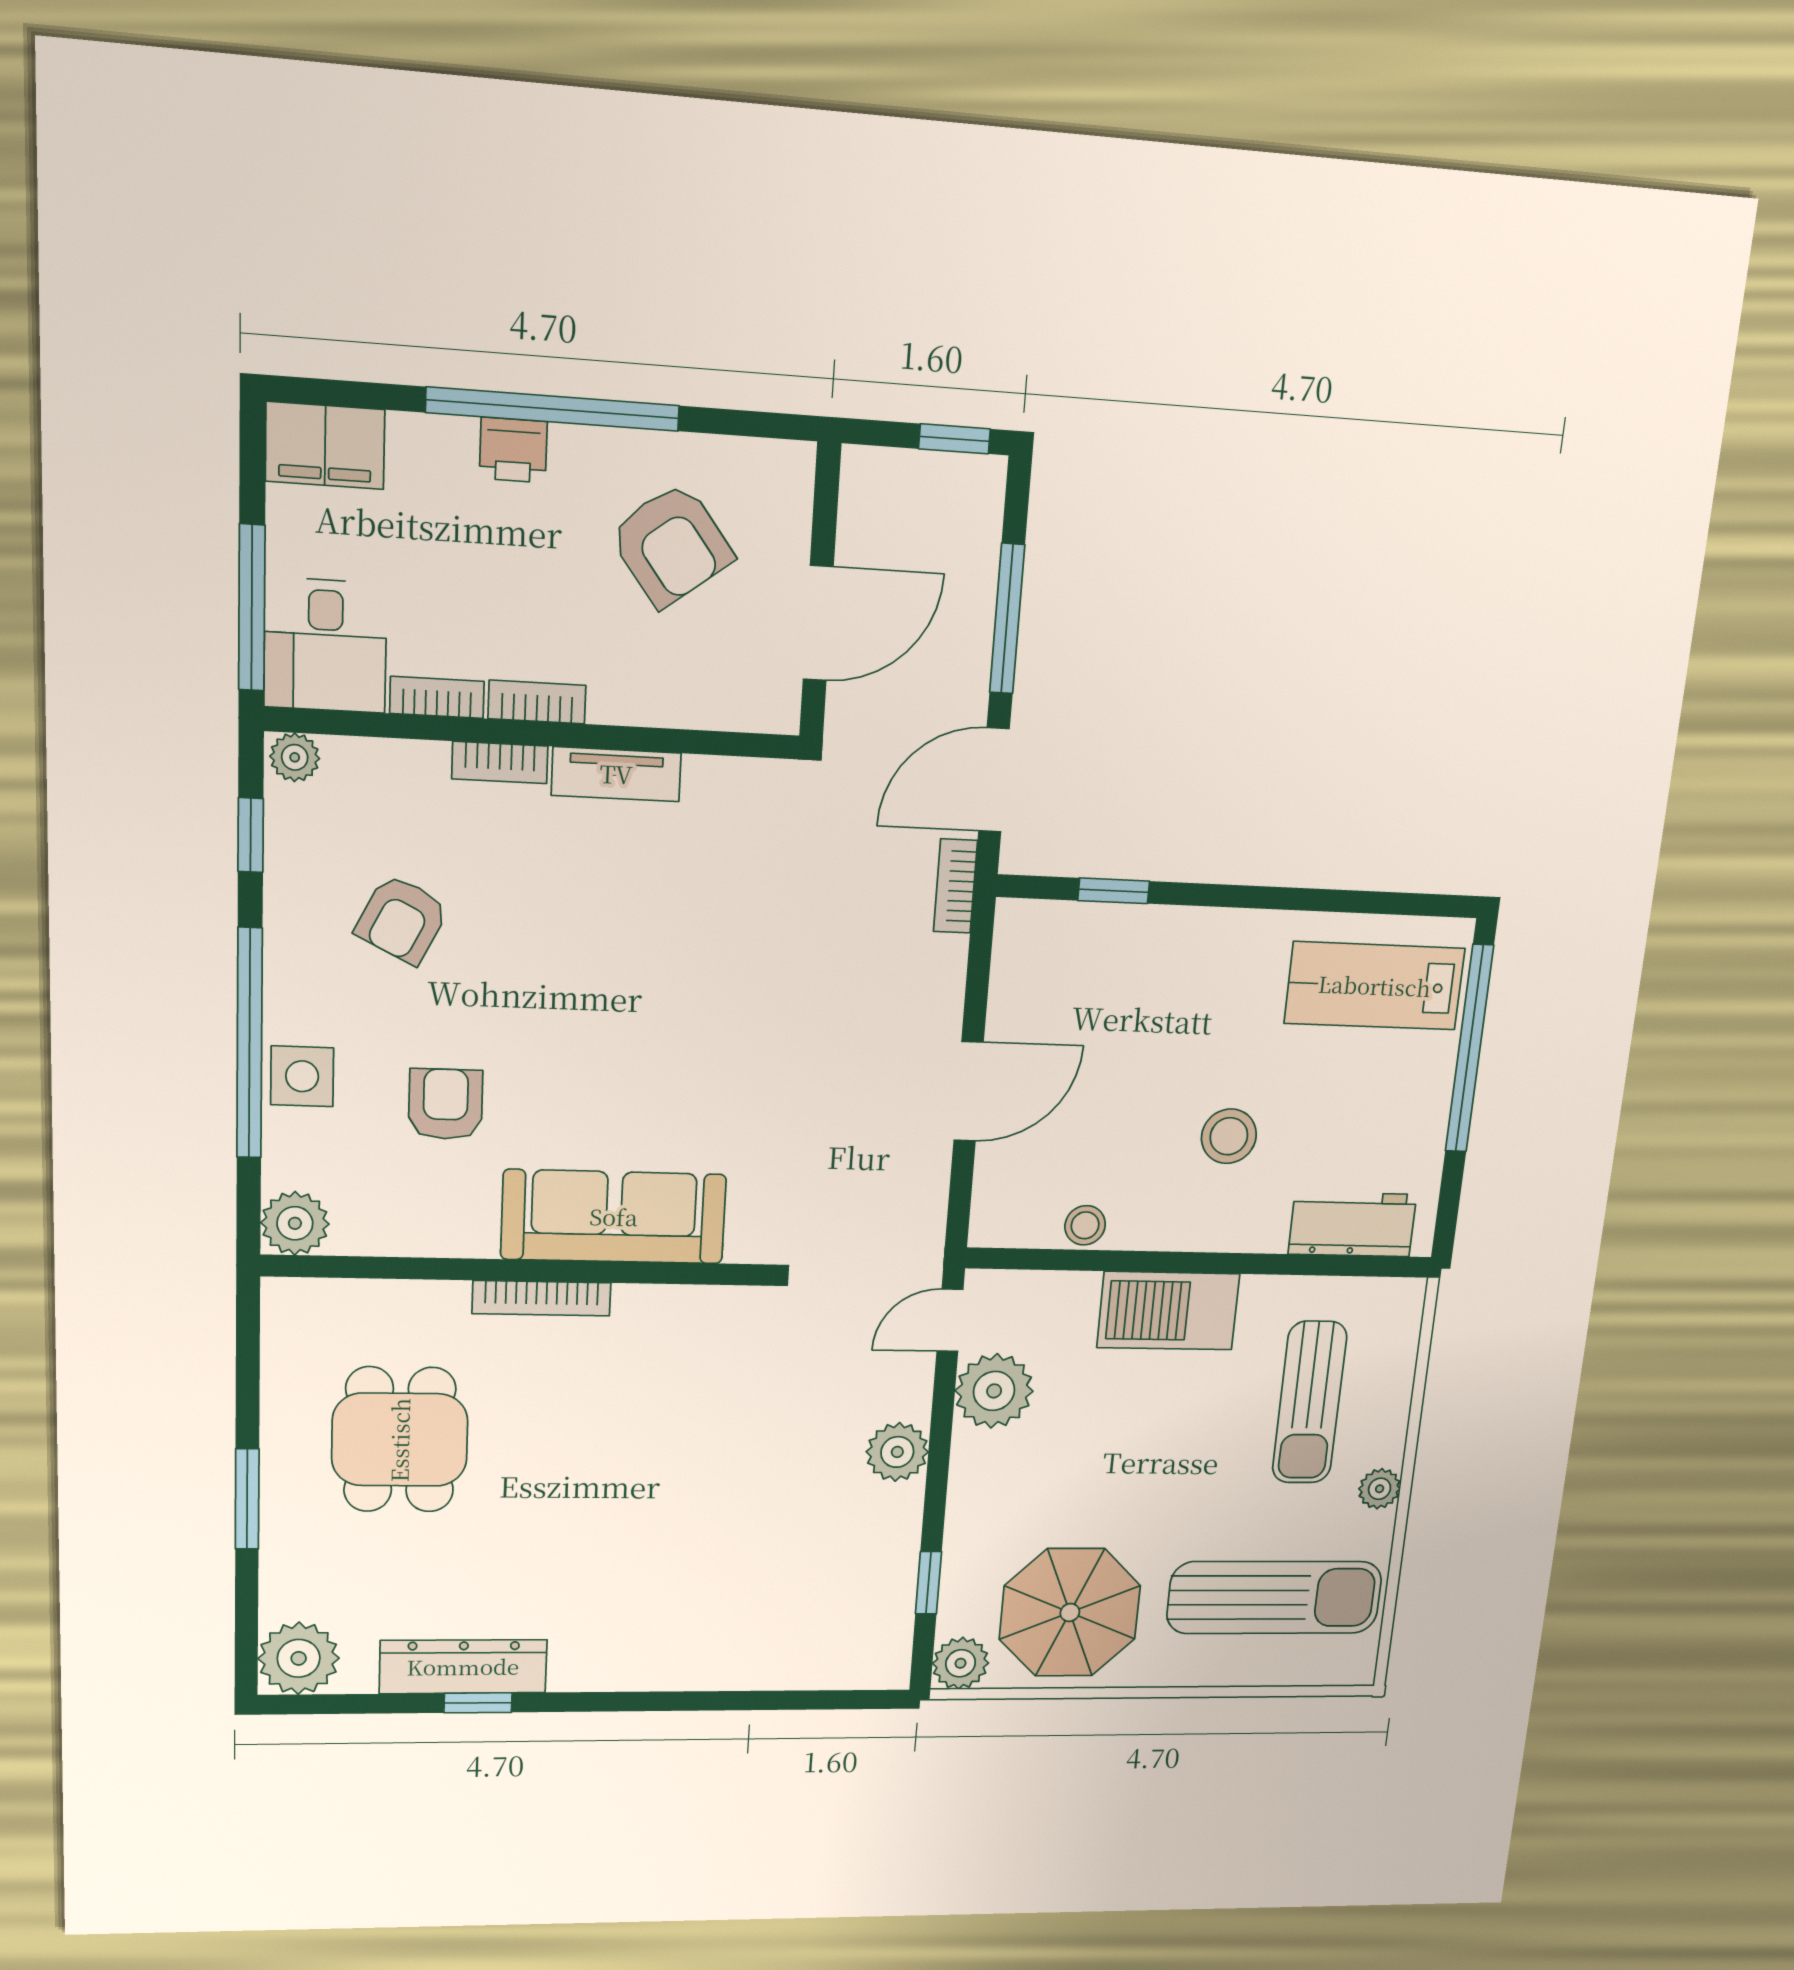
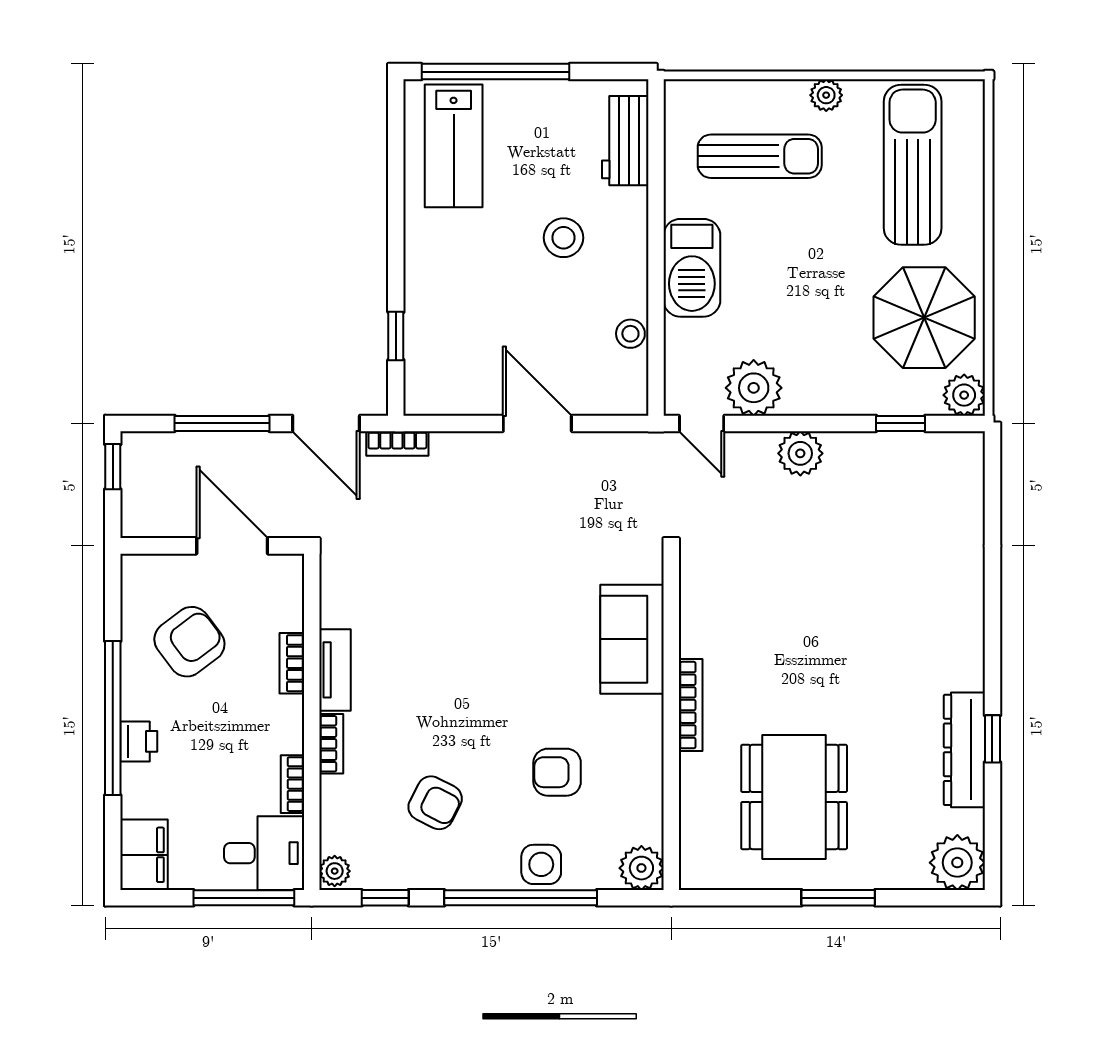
bookcase: (537, 702) -> (292, 663), moved
sofa: (614, 1217) -> (632, 639), width x0.73
dining table: (400, 1440) -> (794, 797), width x1.38

